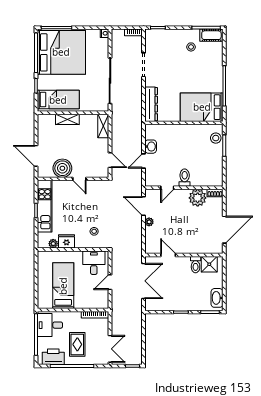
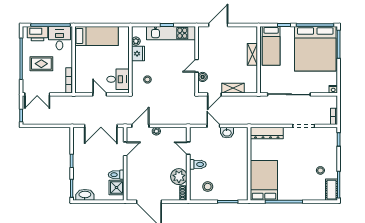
shelving: (103, 126) -> (233, 88), moved
stool: (216, 138) -> (208, 187), moved
boiler: (62, 168) -> (203, 77), moved, width x0.54, depth x0.54
door: (144, 206) -> (140, 126), moved
bed: (63, 286) -> (97, 36), moved
printer: (53, 357) -> (38, 34), moved, turned 90

